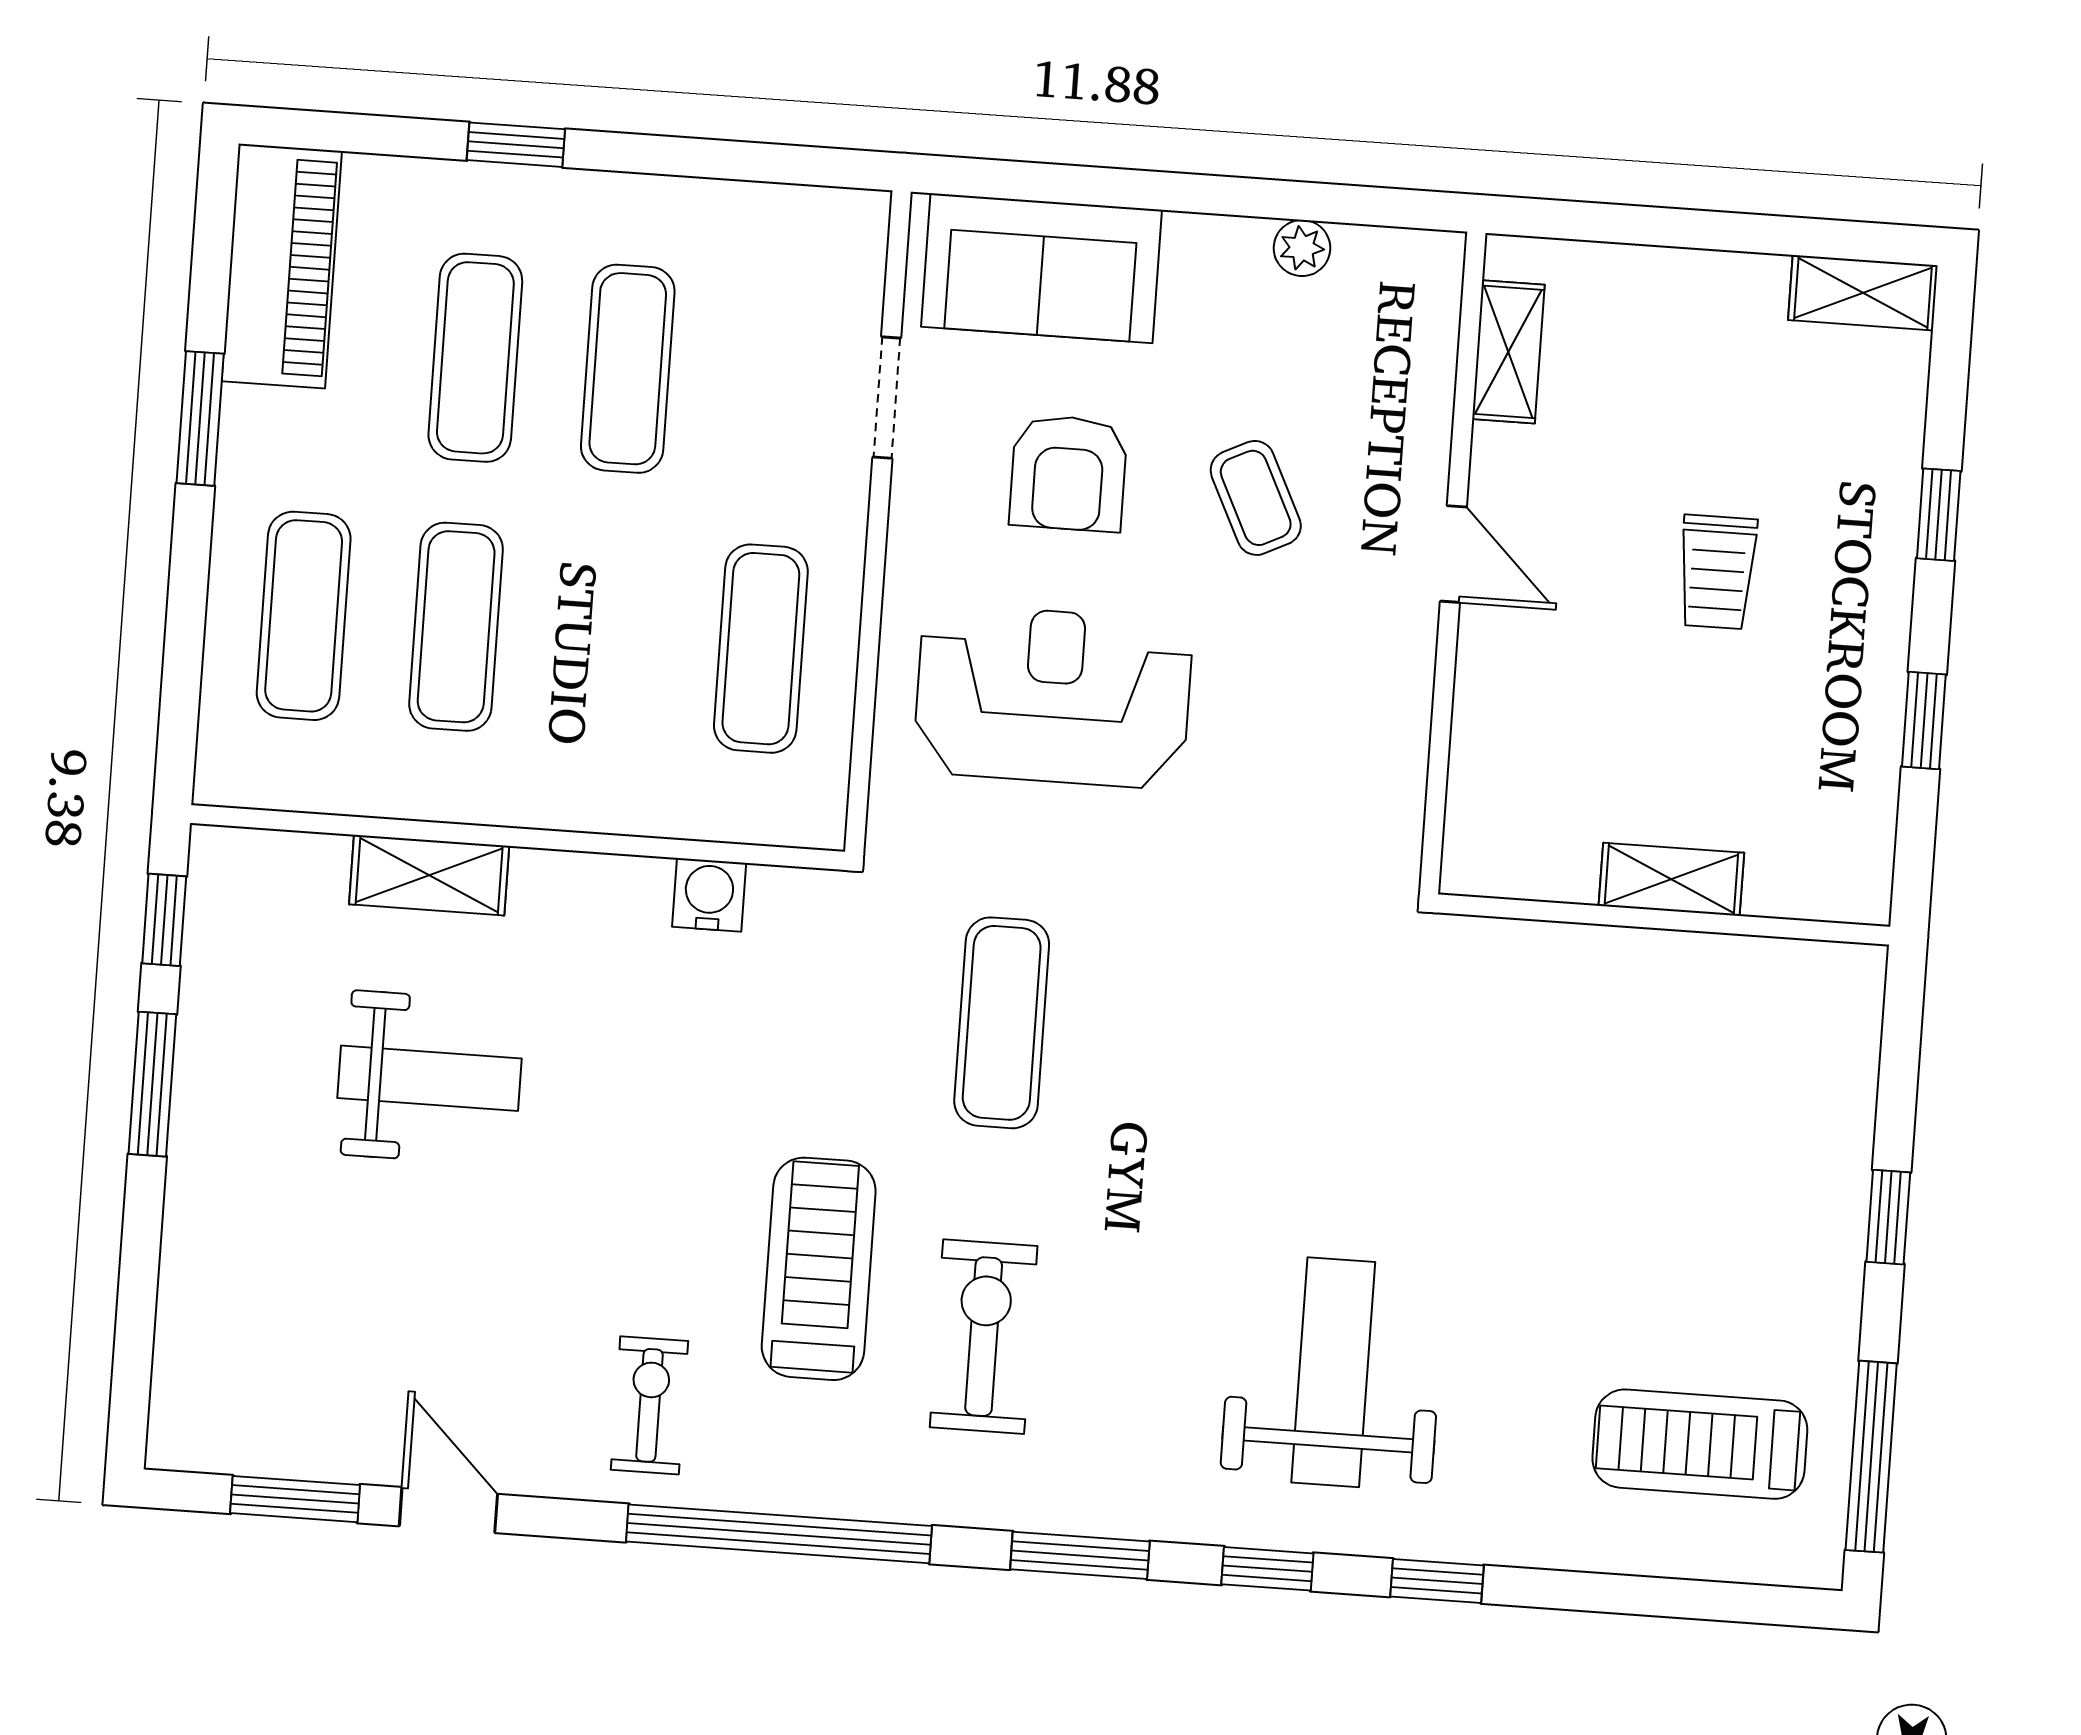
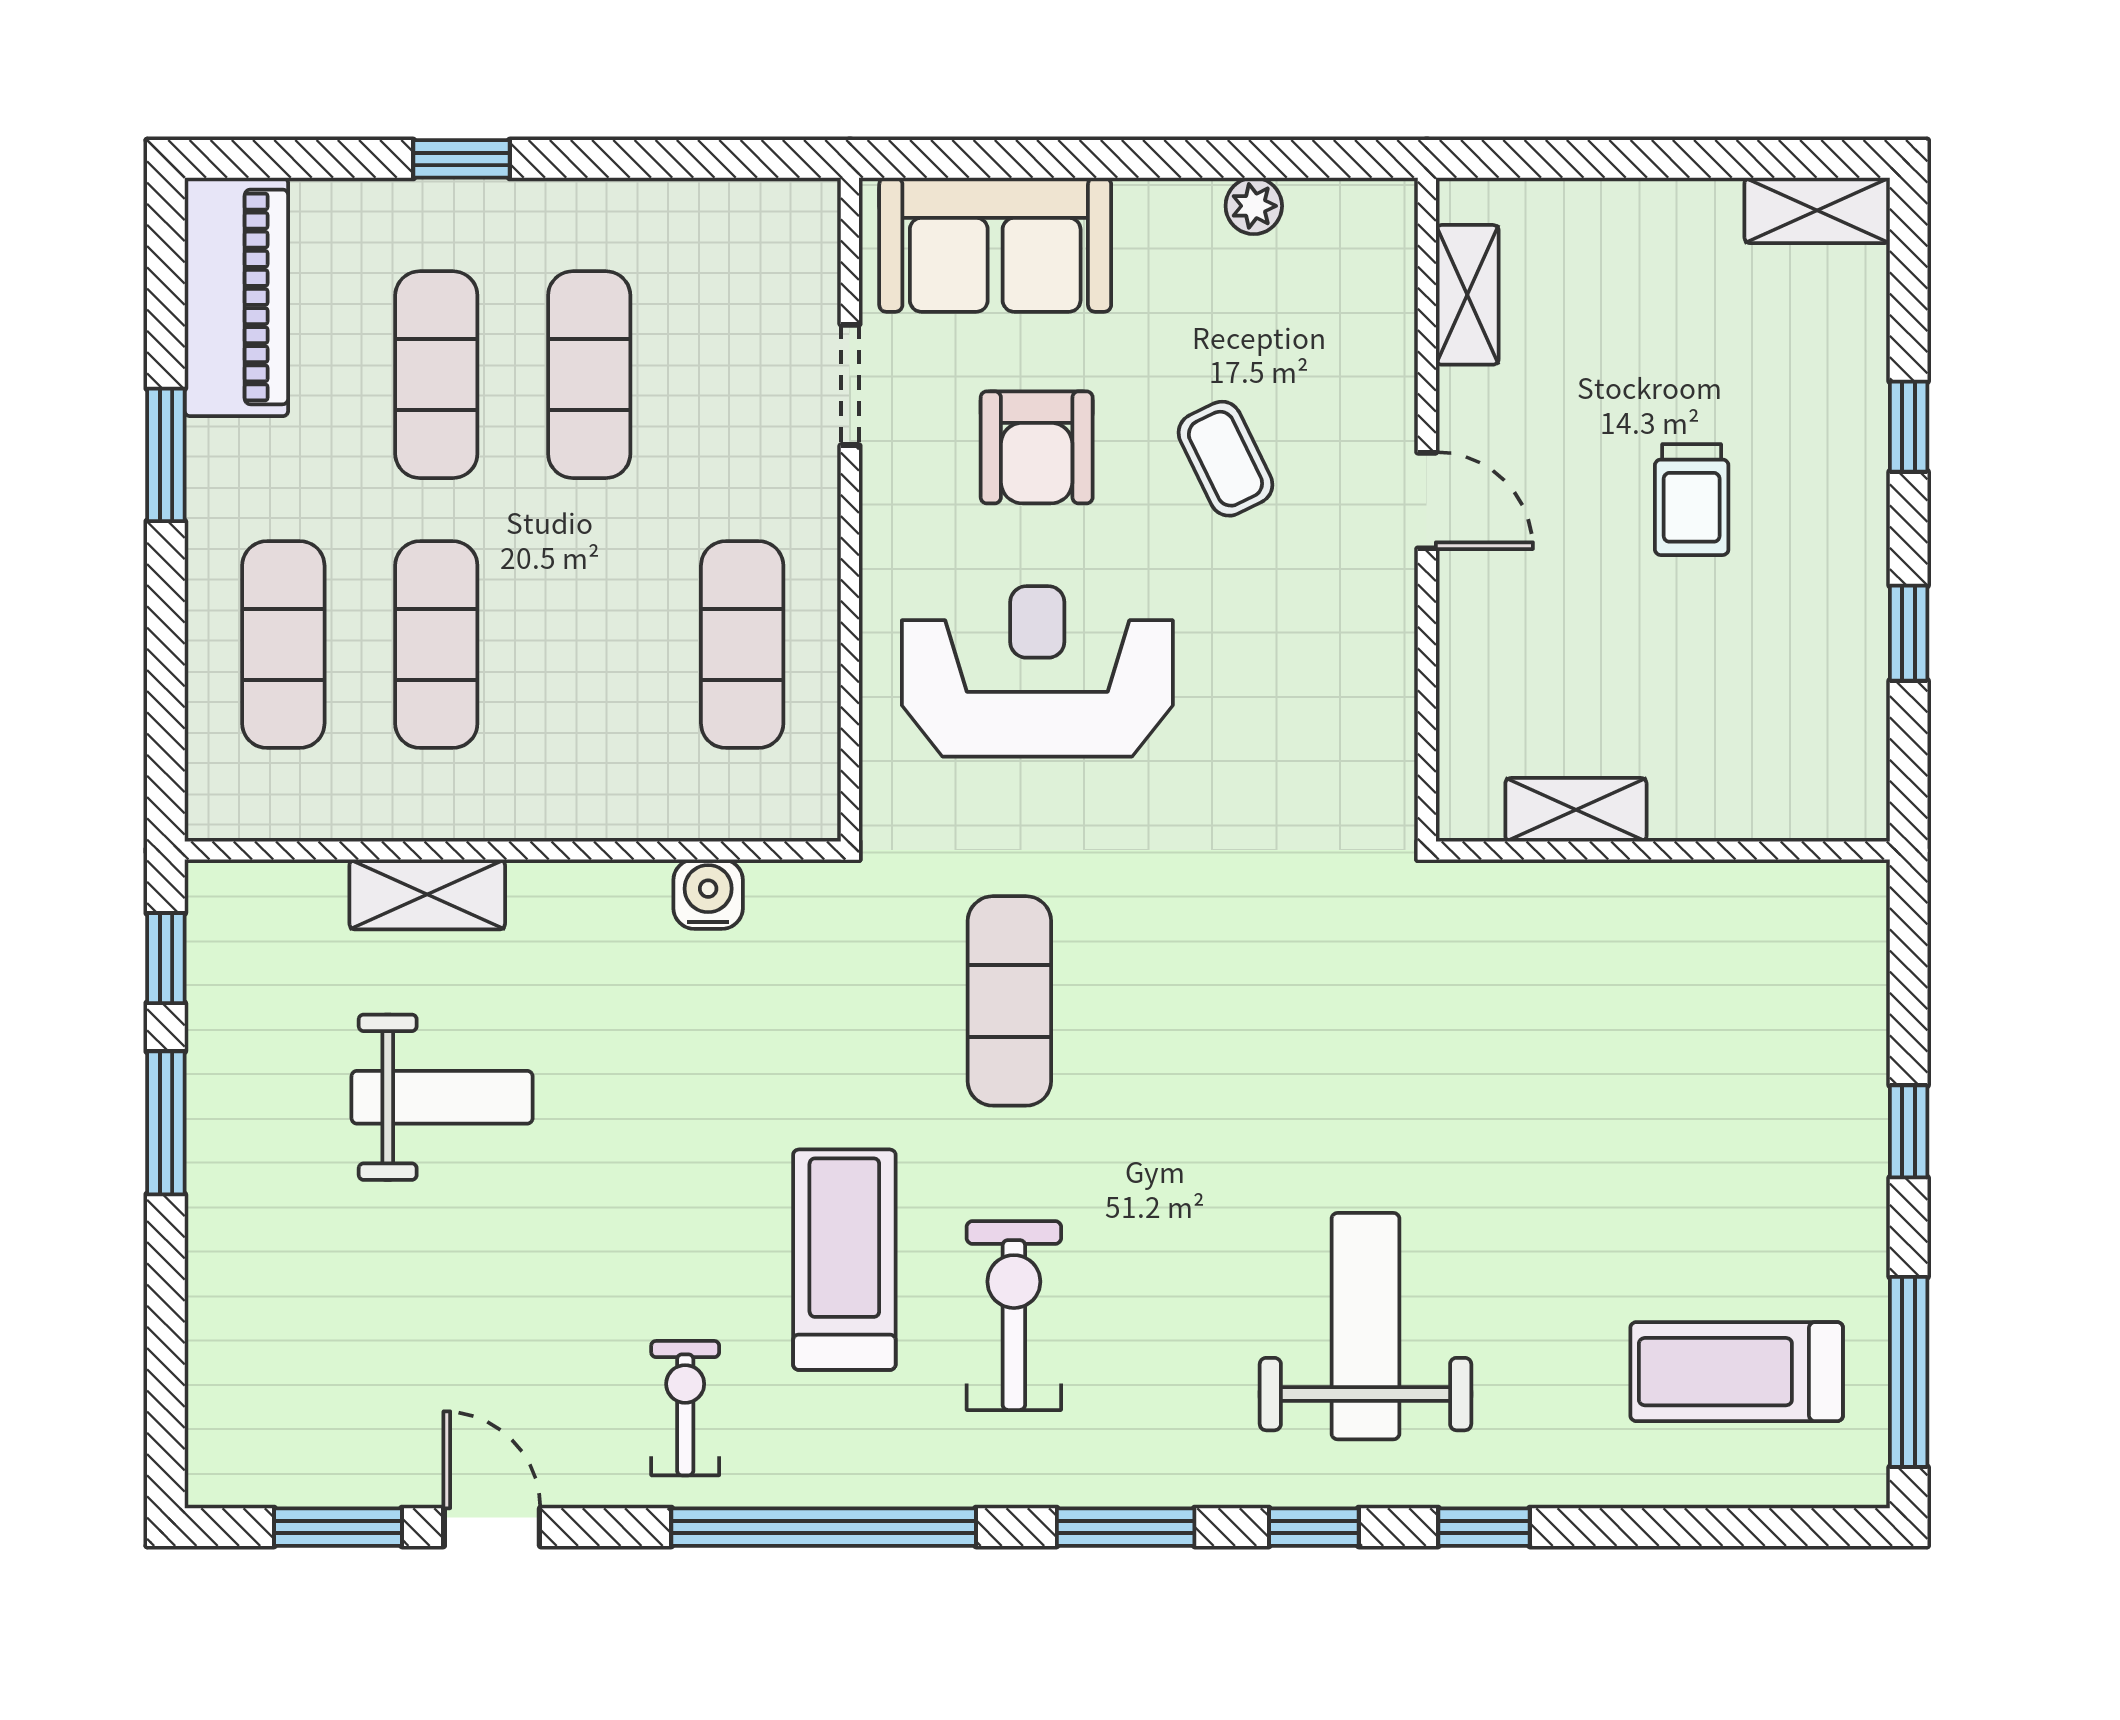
shelving: (1671, 879) -> (1576, 810), moved

